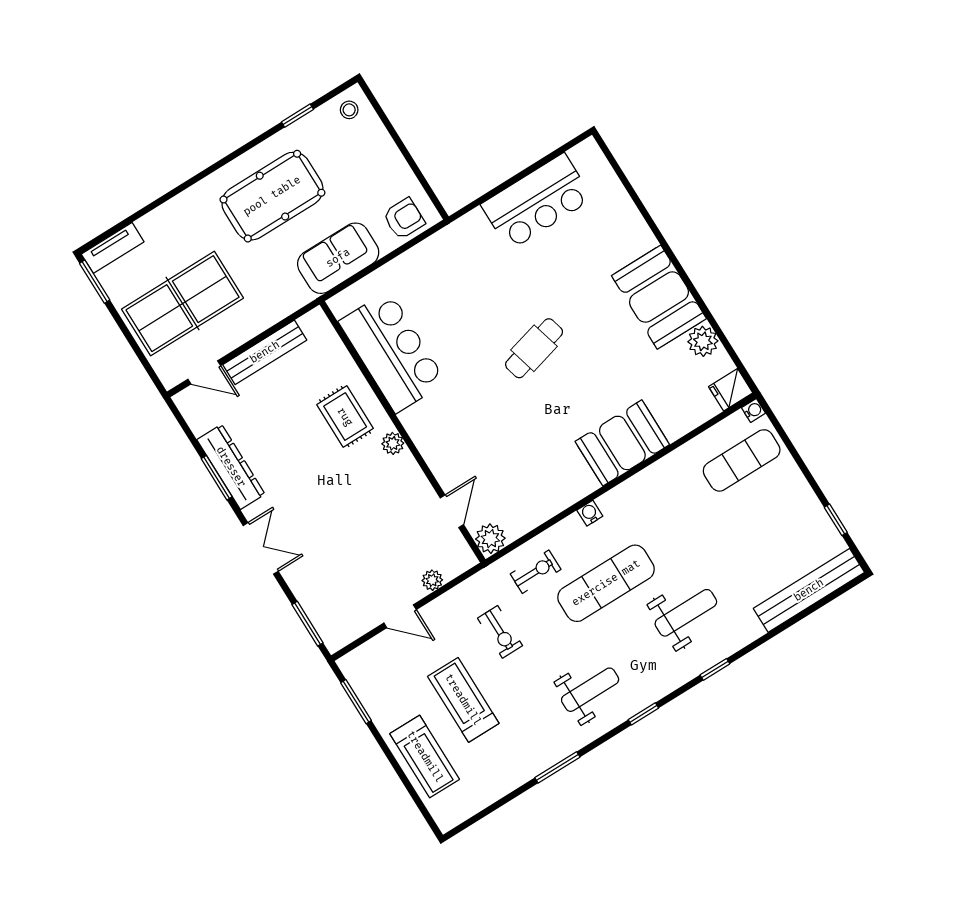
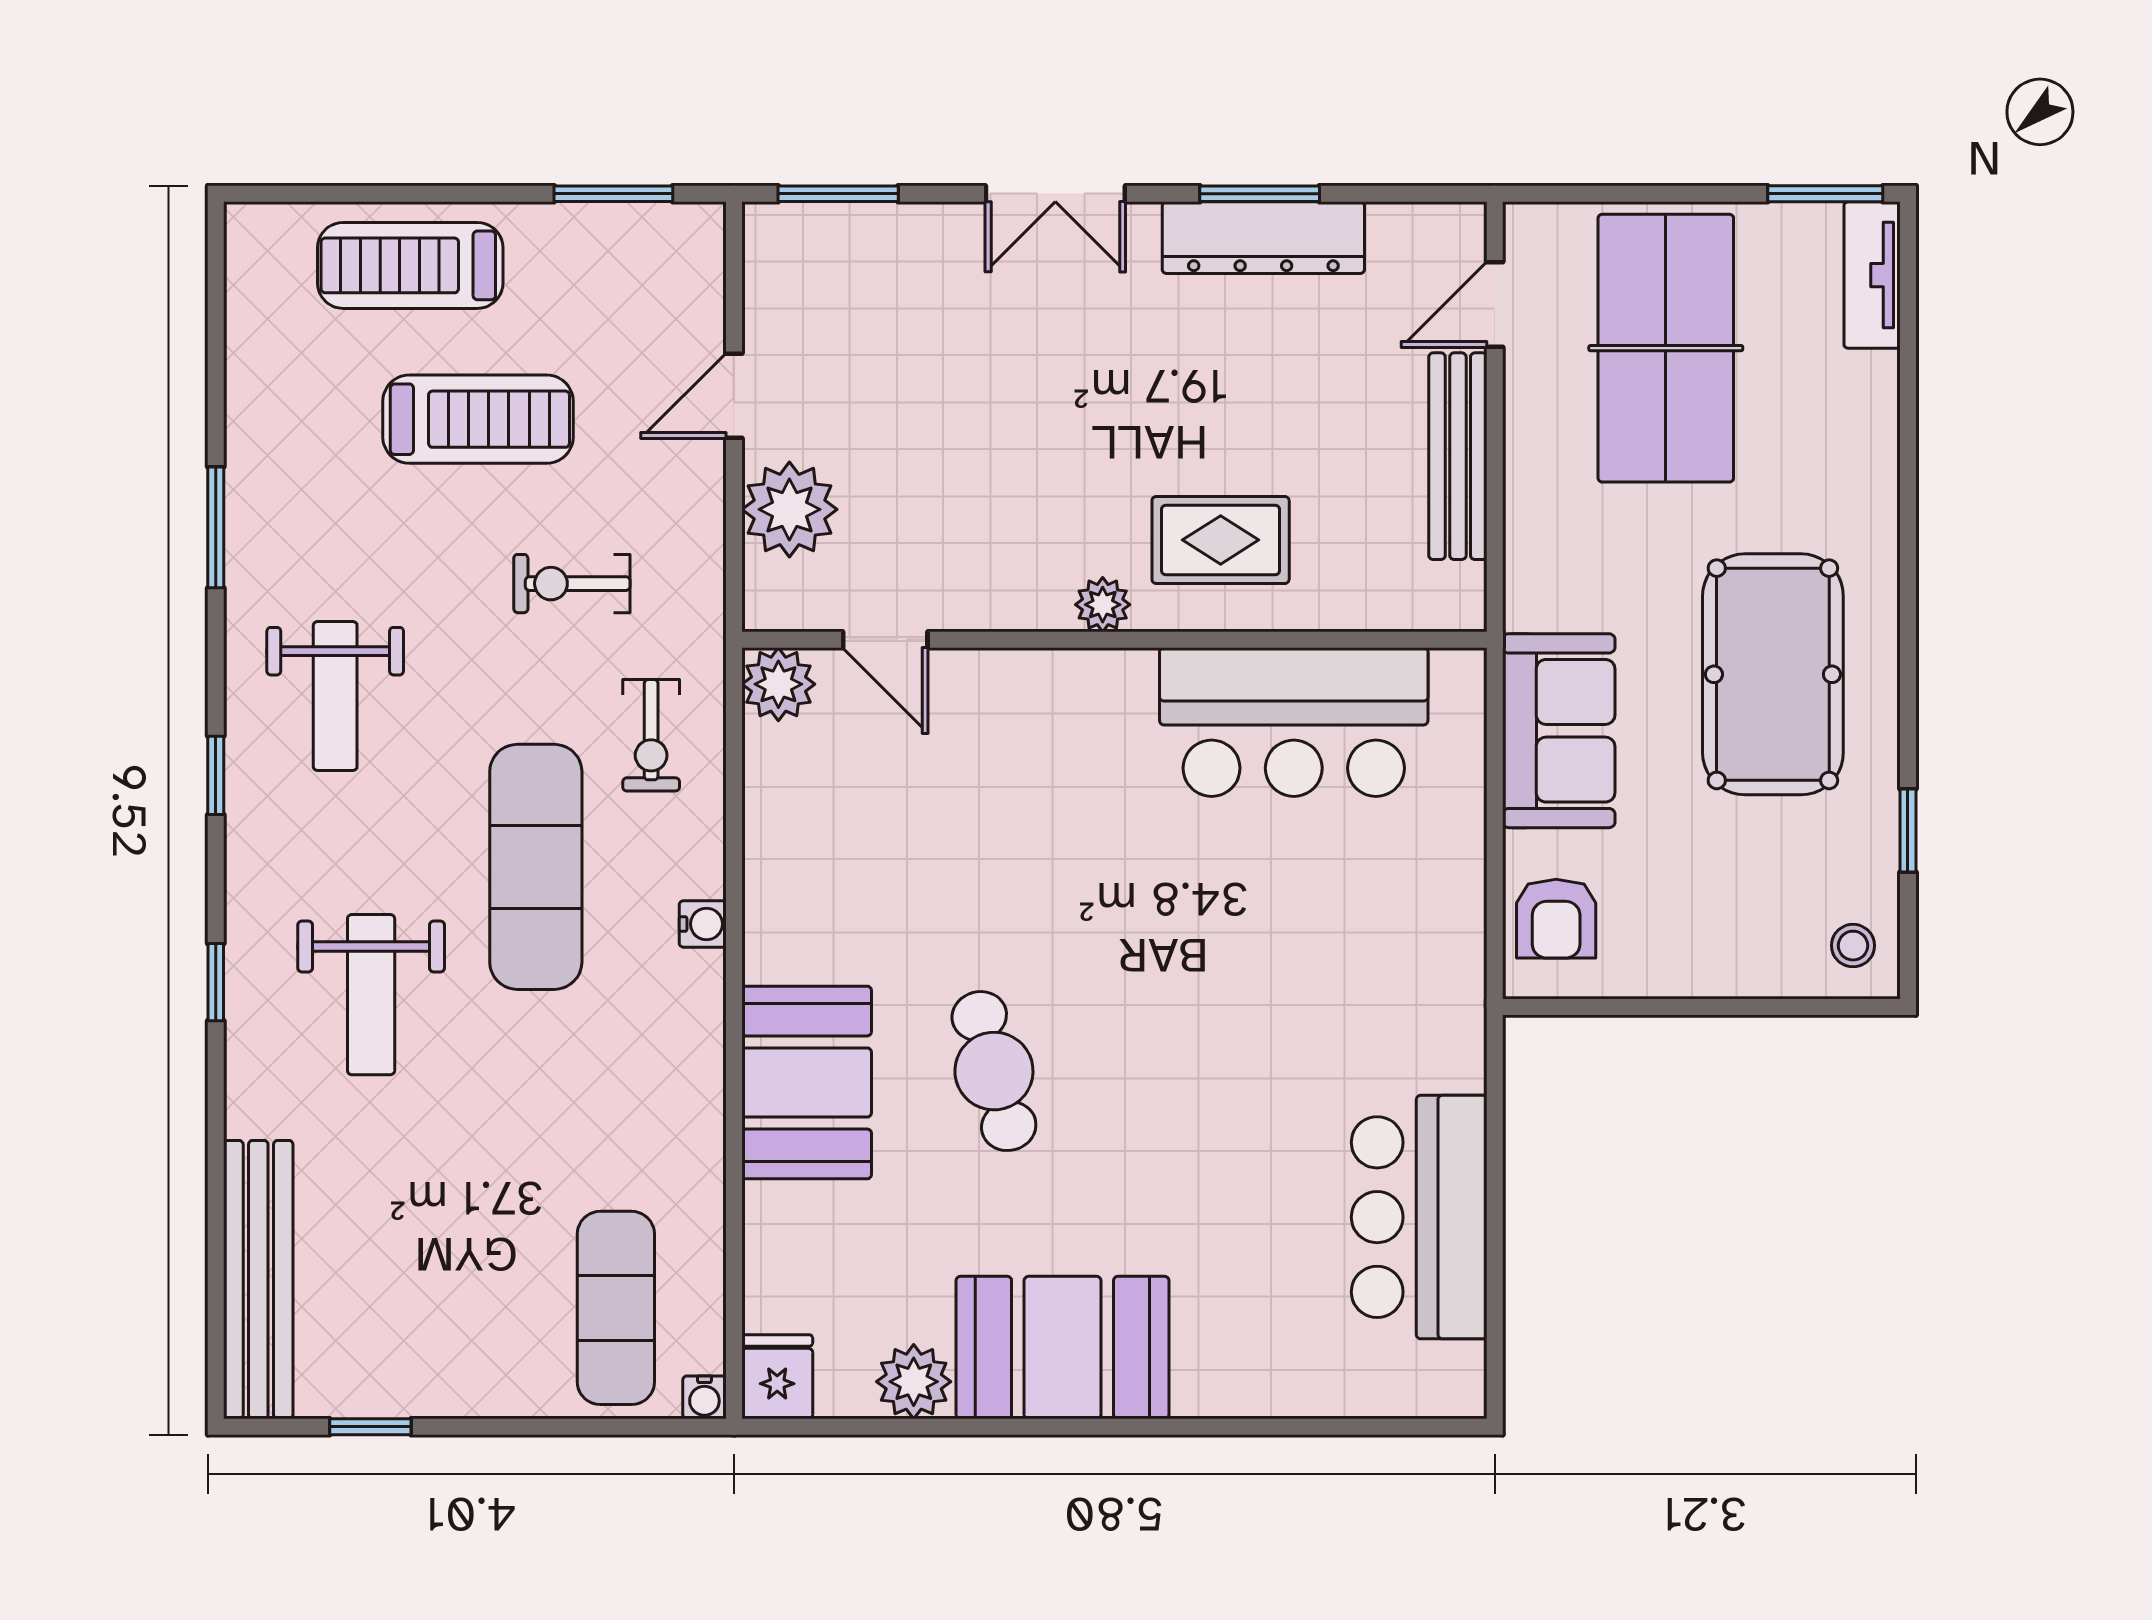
cafe table: (534, 348) -> (994, 1071), moved
plant: (432, 580) -> (789, 509), width x1.87, depth x1.87

